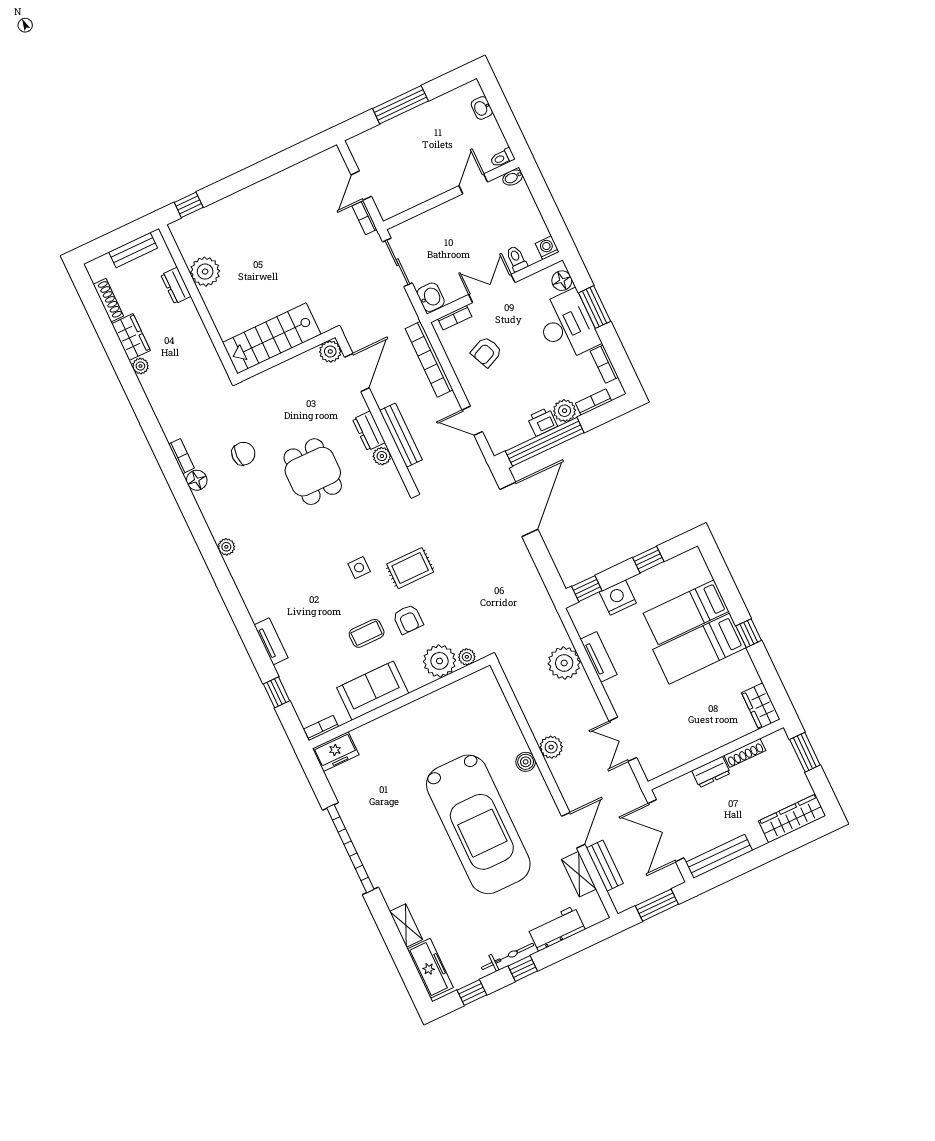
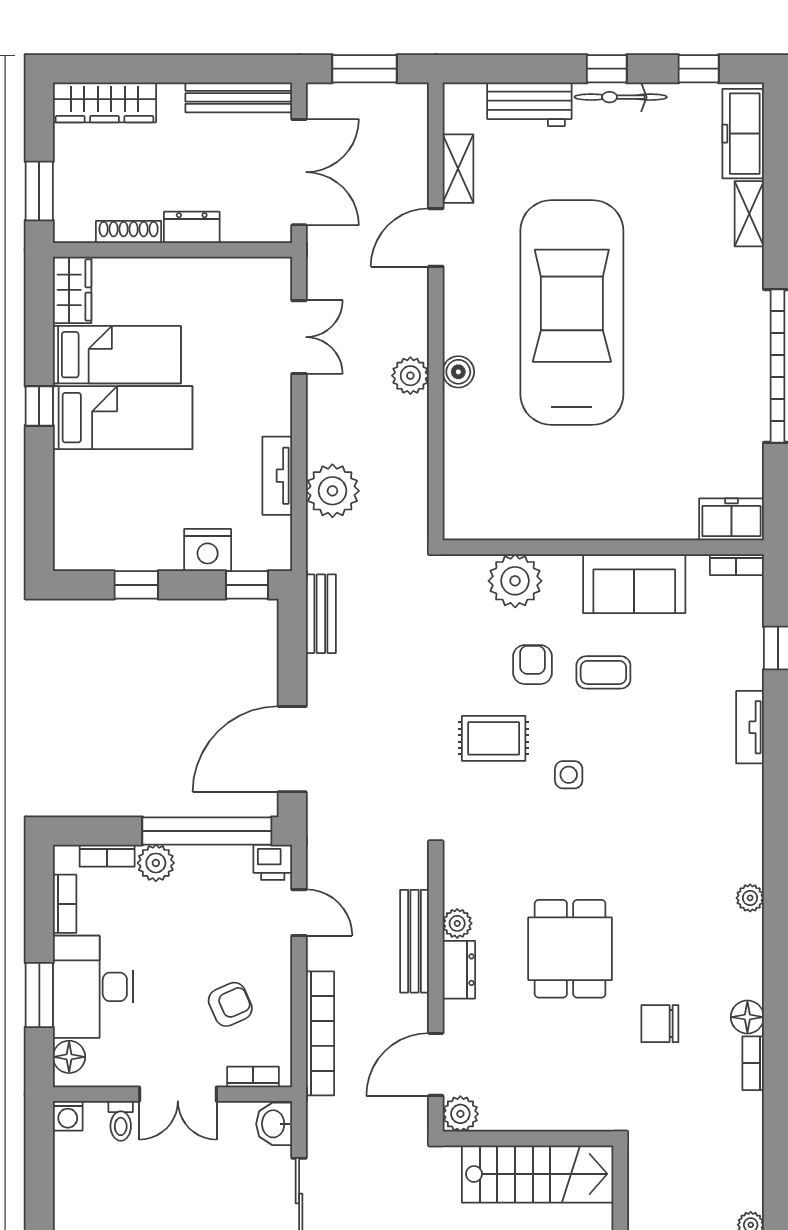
printer: (542, 422) -> (273, 862), moved
bed: (686, 612) -> (117, 355), moved
plant: (467, 657) -> (472, 568), removed
bench: (605, 866) -> (321, 614), moved

